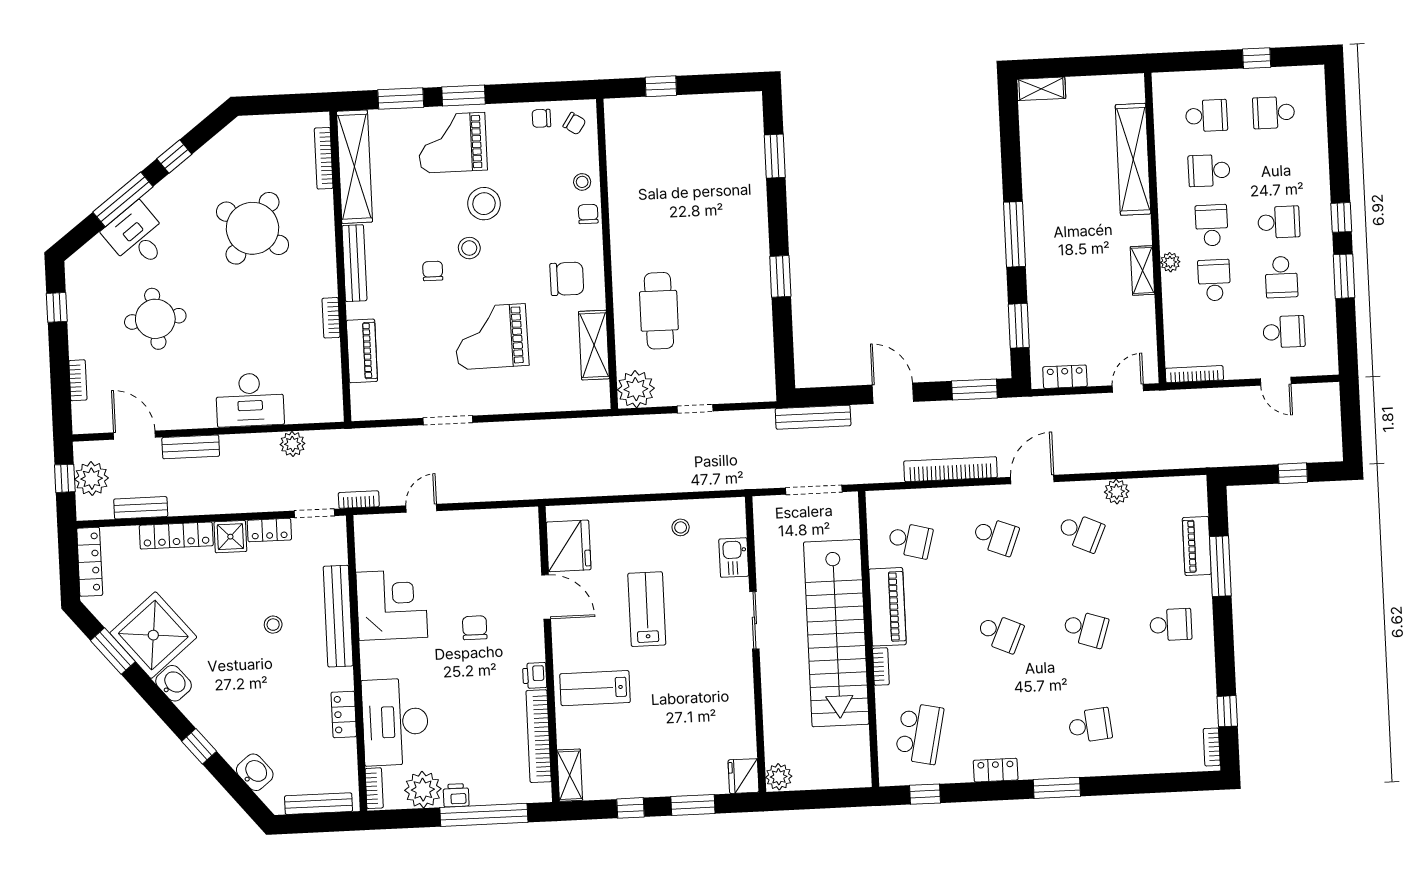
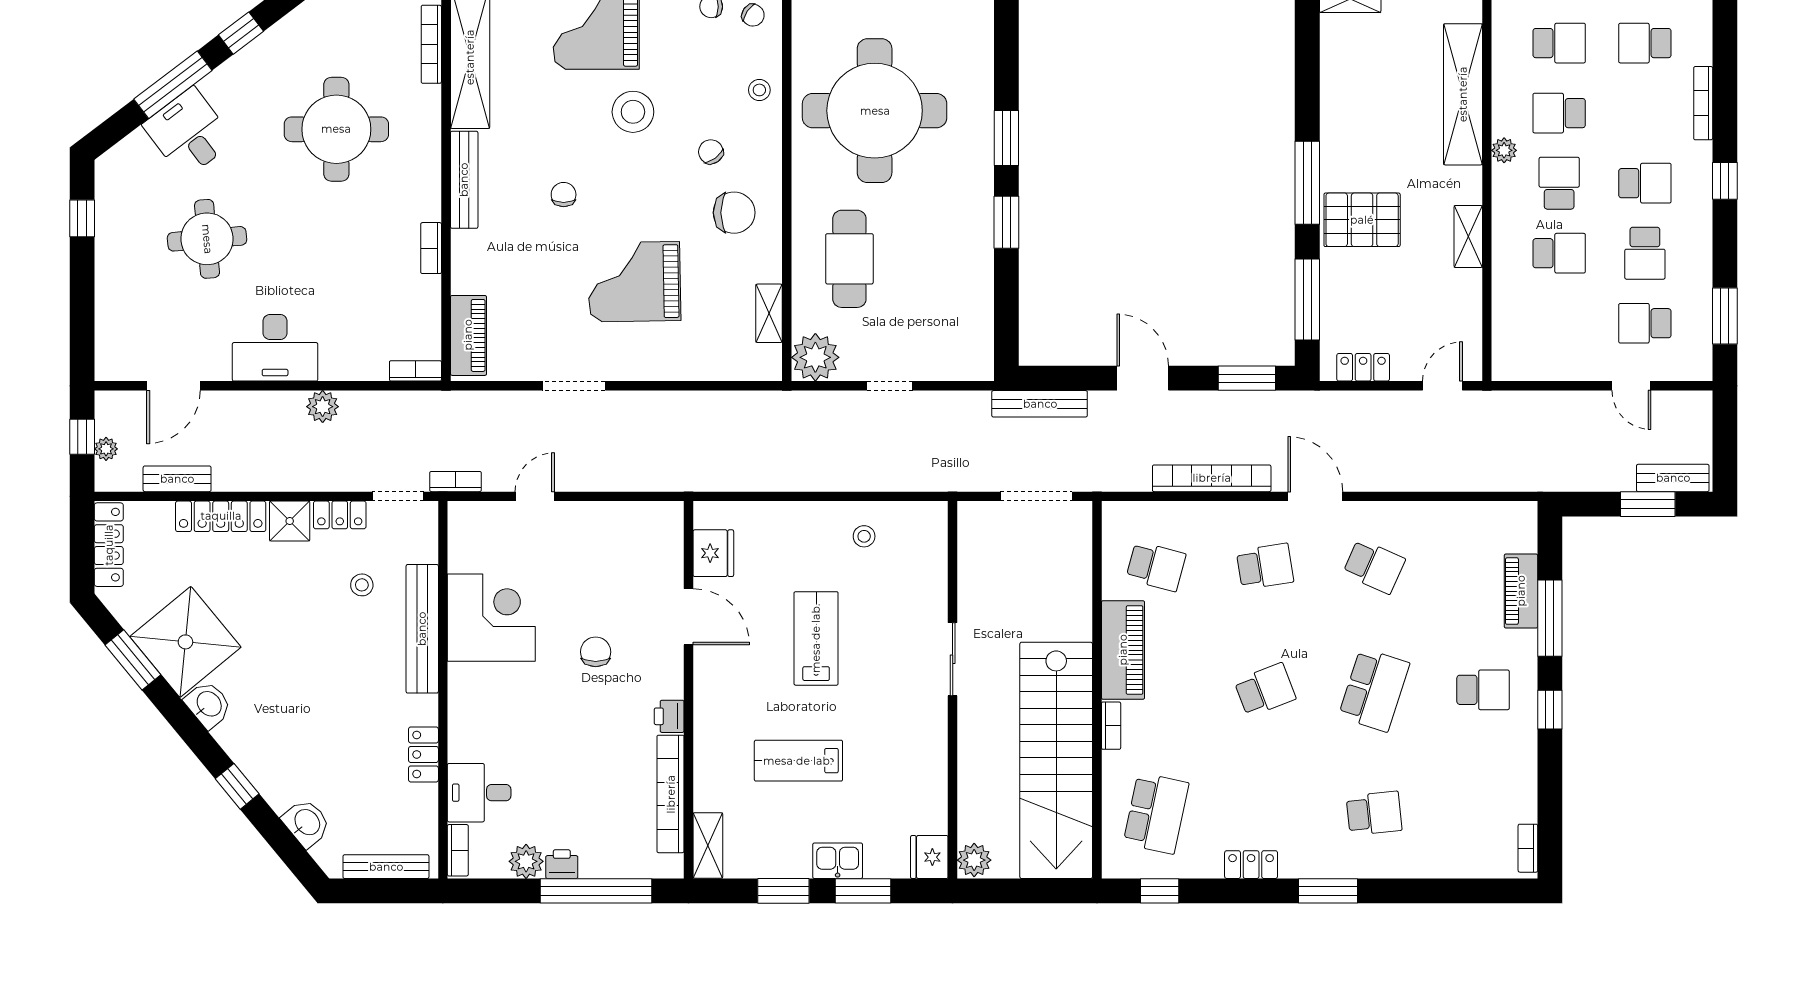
window: (775, 156) -> (1006, 138), moved
round table: (673, 194) -> (875, 111), added
chair: (588, 214) -> (711, 152), moved, turned -36
round table: (253, 228) -> (336, 129), turned -35
stool: (469, 248) -> (611, 167), removed
pallet: (1059, 261) -> (1362, 220), added
plant: (1170, 262) -> (1504, 150), moved
window: (1344, 276) -> (1725, 316), moved
school desk: (1214, 280) -> (1559, 253), turned 90
window: (1019, 326) -> (1307, 300), width x1.44
school desk: (1284, 332) -> (1645, 323), turned 180
shelving: (594, 345) -> (769, 313), width x0.67, depth x0.75
piano: (362, 351) -> (468, 335), moved
bookcase: (1194, 374) -> (1703, 103), moved, turned -90
bookcase: (78, 380) -> (415, 371), moved, turned -90
desk: (250, 400) -> (275, 348), moved
door: (134, 435) -> (173, 386), swing flipped
plant: (293, 444) -> (323, 407), moved
bench: (191, 447) -> (1673, 478), moved
window: (1293, 473) -> (1648, 504), width x1.50
plant: (92, 479) -> (106, 449), width x0.53, depth x0.53
door: (1032, 479) -> (1315, 496), hinge flipped
plant: (1117, 492) -> (1422, 517), removed
school desk: (996, 536) -> (1265, 566), turned -30
fridge: (569, 546) -> (713, 553), width x0.73, depth x0.75
kitchen sink: (734, 558) -> (838, 861), moved, turned 90
stool: (273, 625) -> (362, 585), moved
school desk: (1085, 629) -> (1374, 690), width x1.85
stairs: (836, 633) -> (1056, 760), moved
school desk: (1000, 633) -> (1265, 690), turned -45
lab bench: (595, 688) -> (798, 761), moved
window: (1227, 711) -> (1550, 710), moved
desk: (395, 722) -> (479, 793), width x0.53, depth x0.77
plant: (423, 790) -> (526, 861), width x0.73, depth x0.73
window: (631, 808) -> (783, 891), width x1.50

